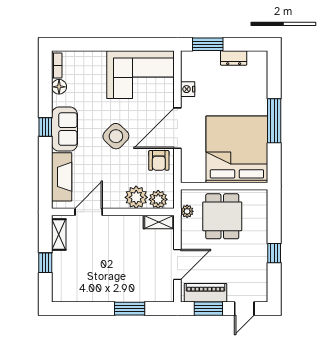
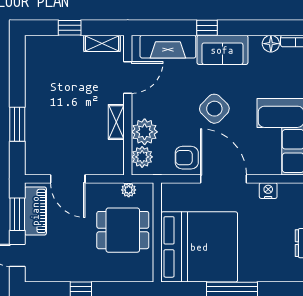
window: (45, 127) -> (207, 28), moved
door: (89, 212) -> (128, 77), hinge flipped
shelving: (159, 222) -> (116, 122), moved

